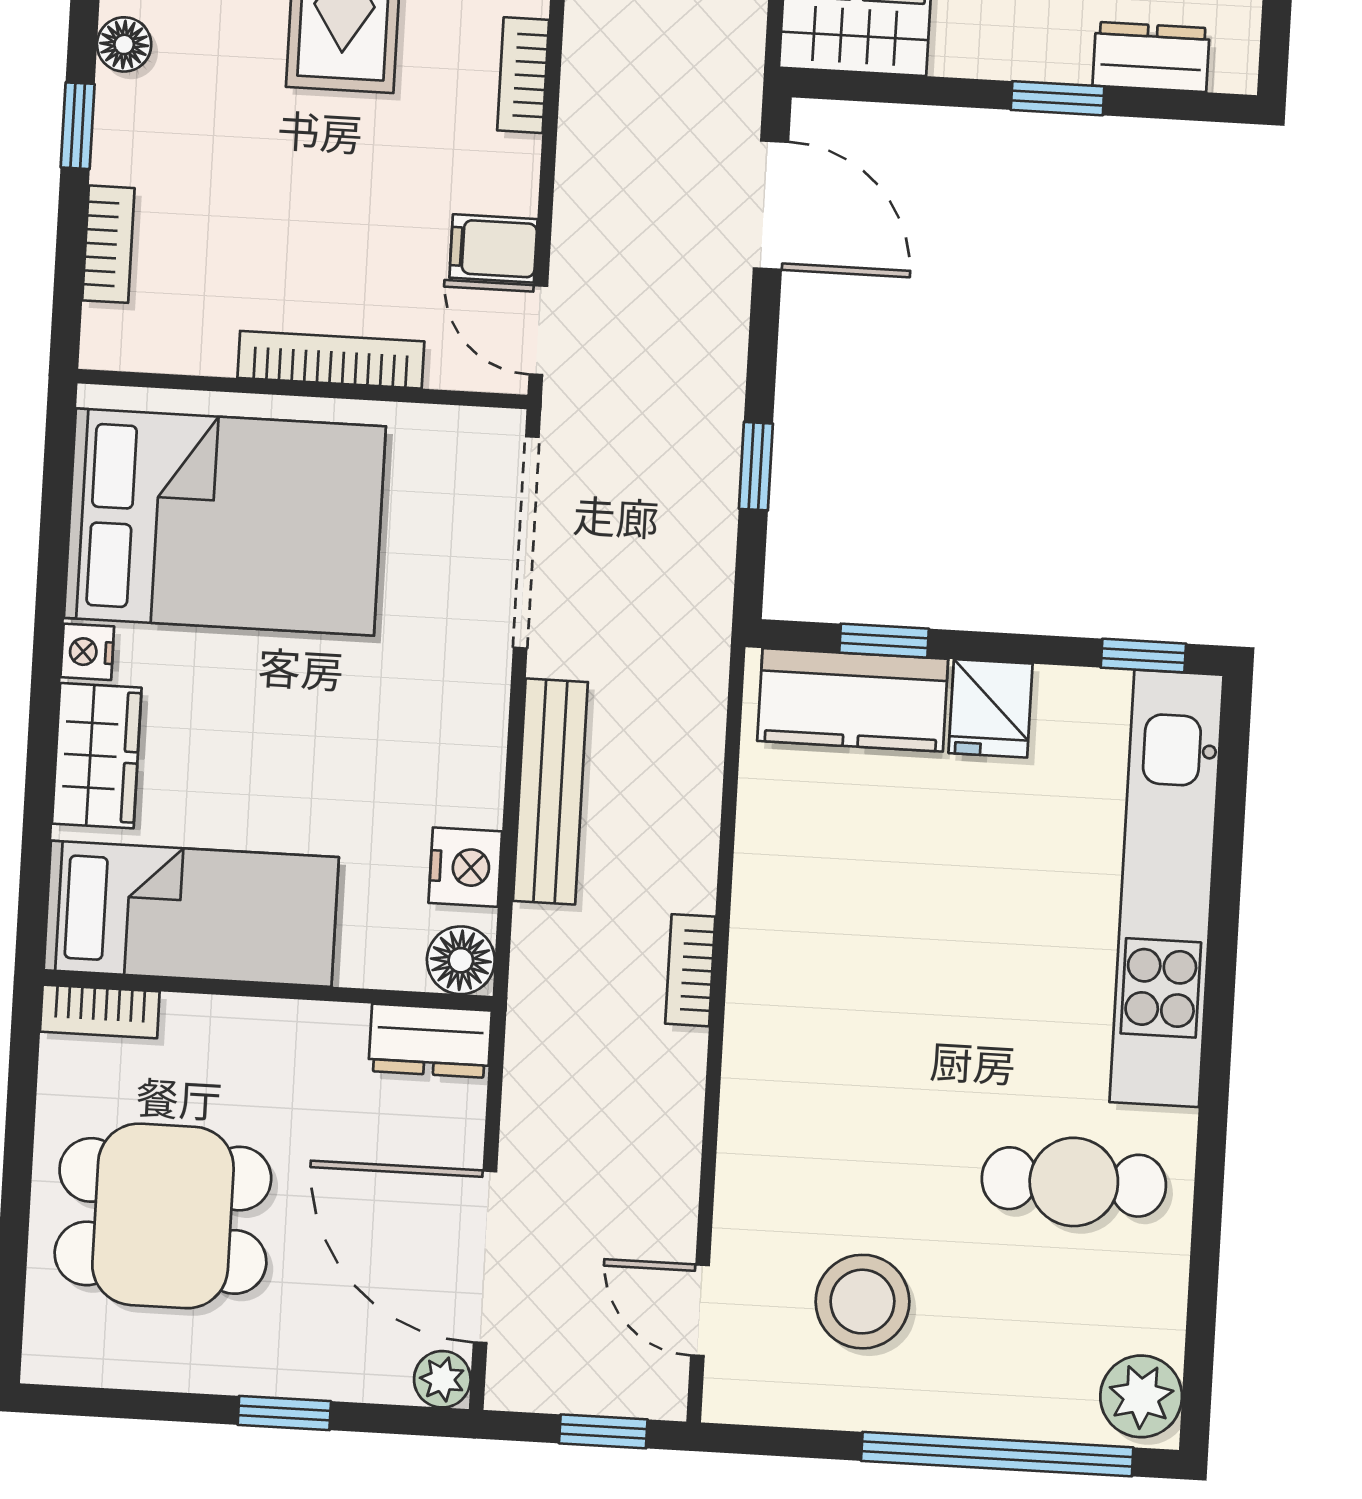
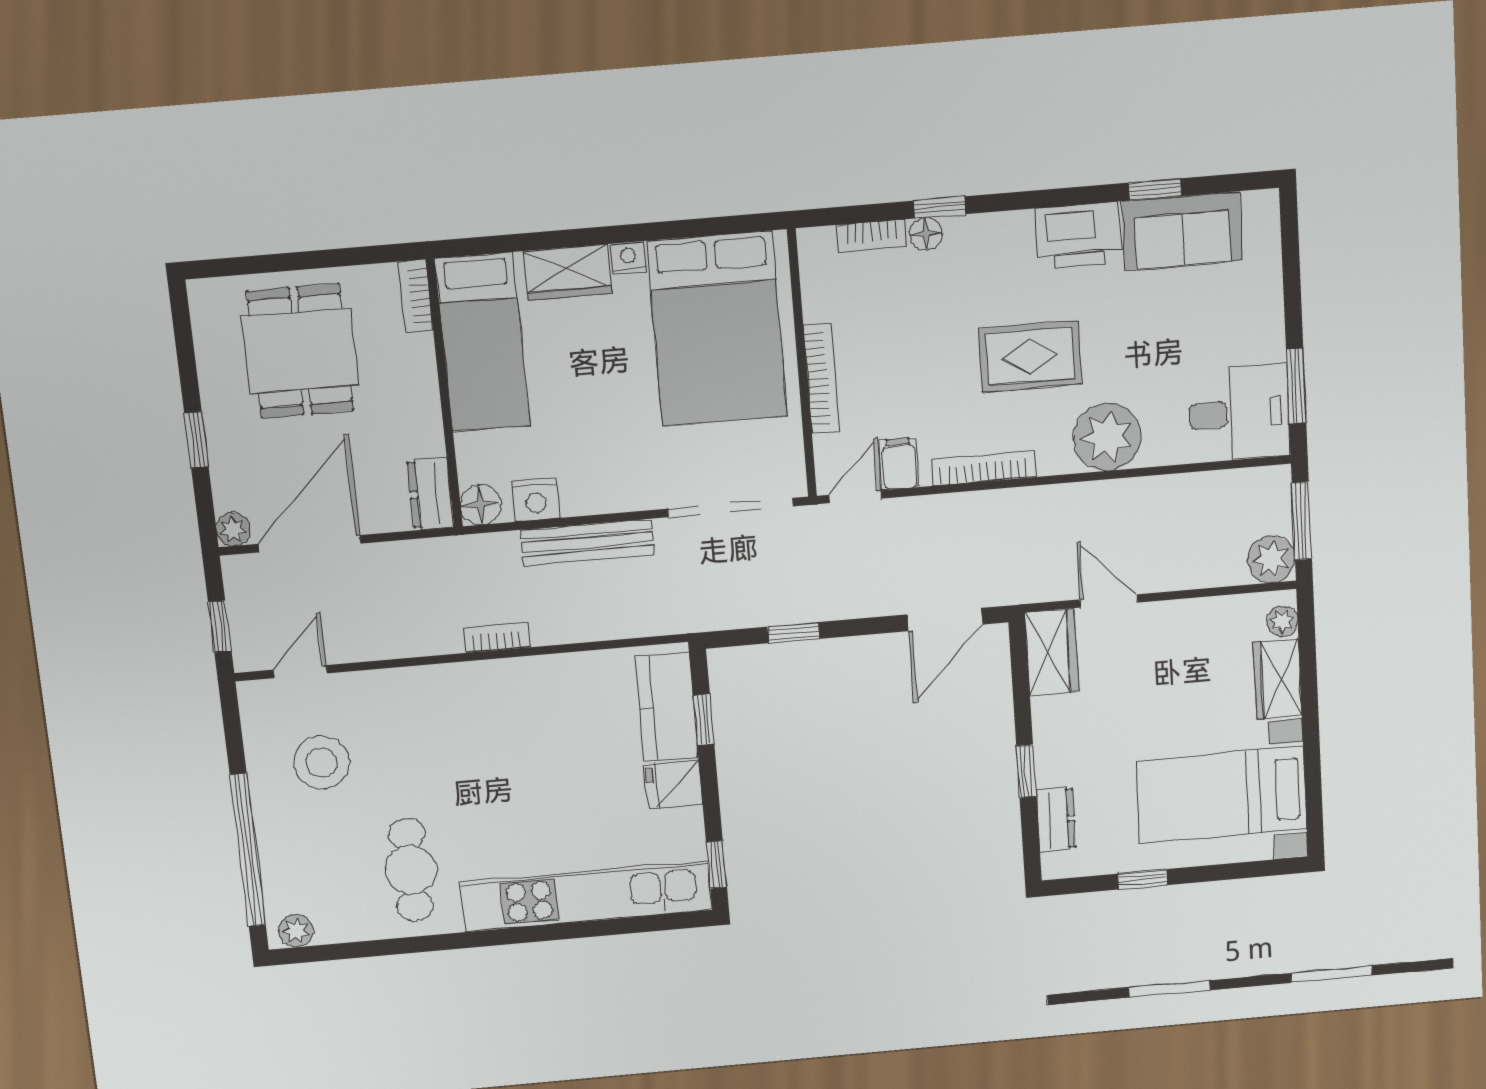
floor lamp: (124, 44) -> (926, 234), moved
bookcase: (523, 75) -> (984, 468), width x1.56
plant: (1141, 1396) -> (296, 931), width x0.73, depth x0.73

